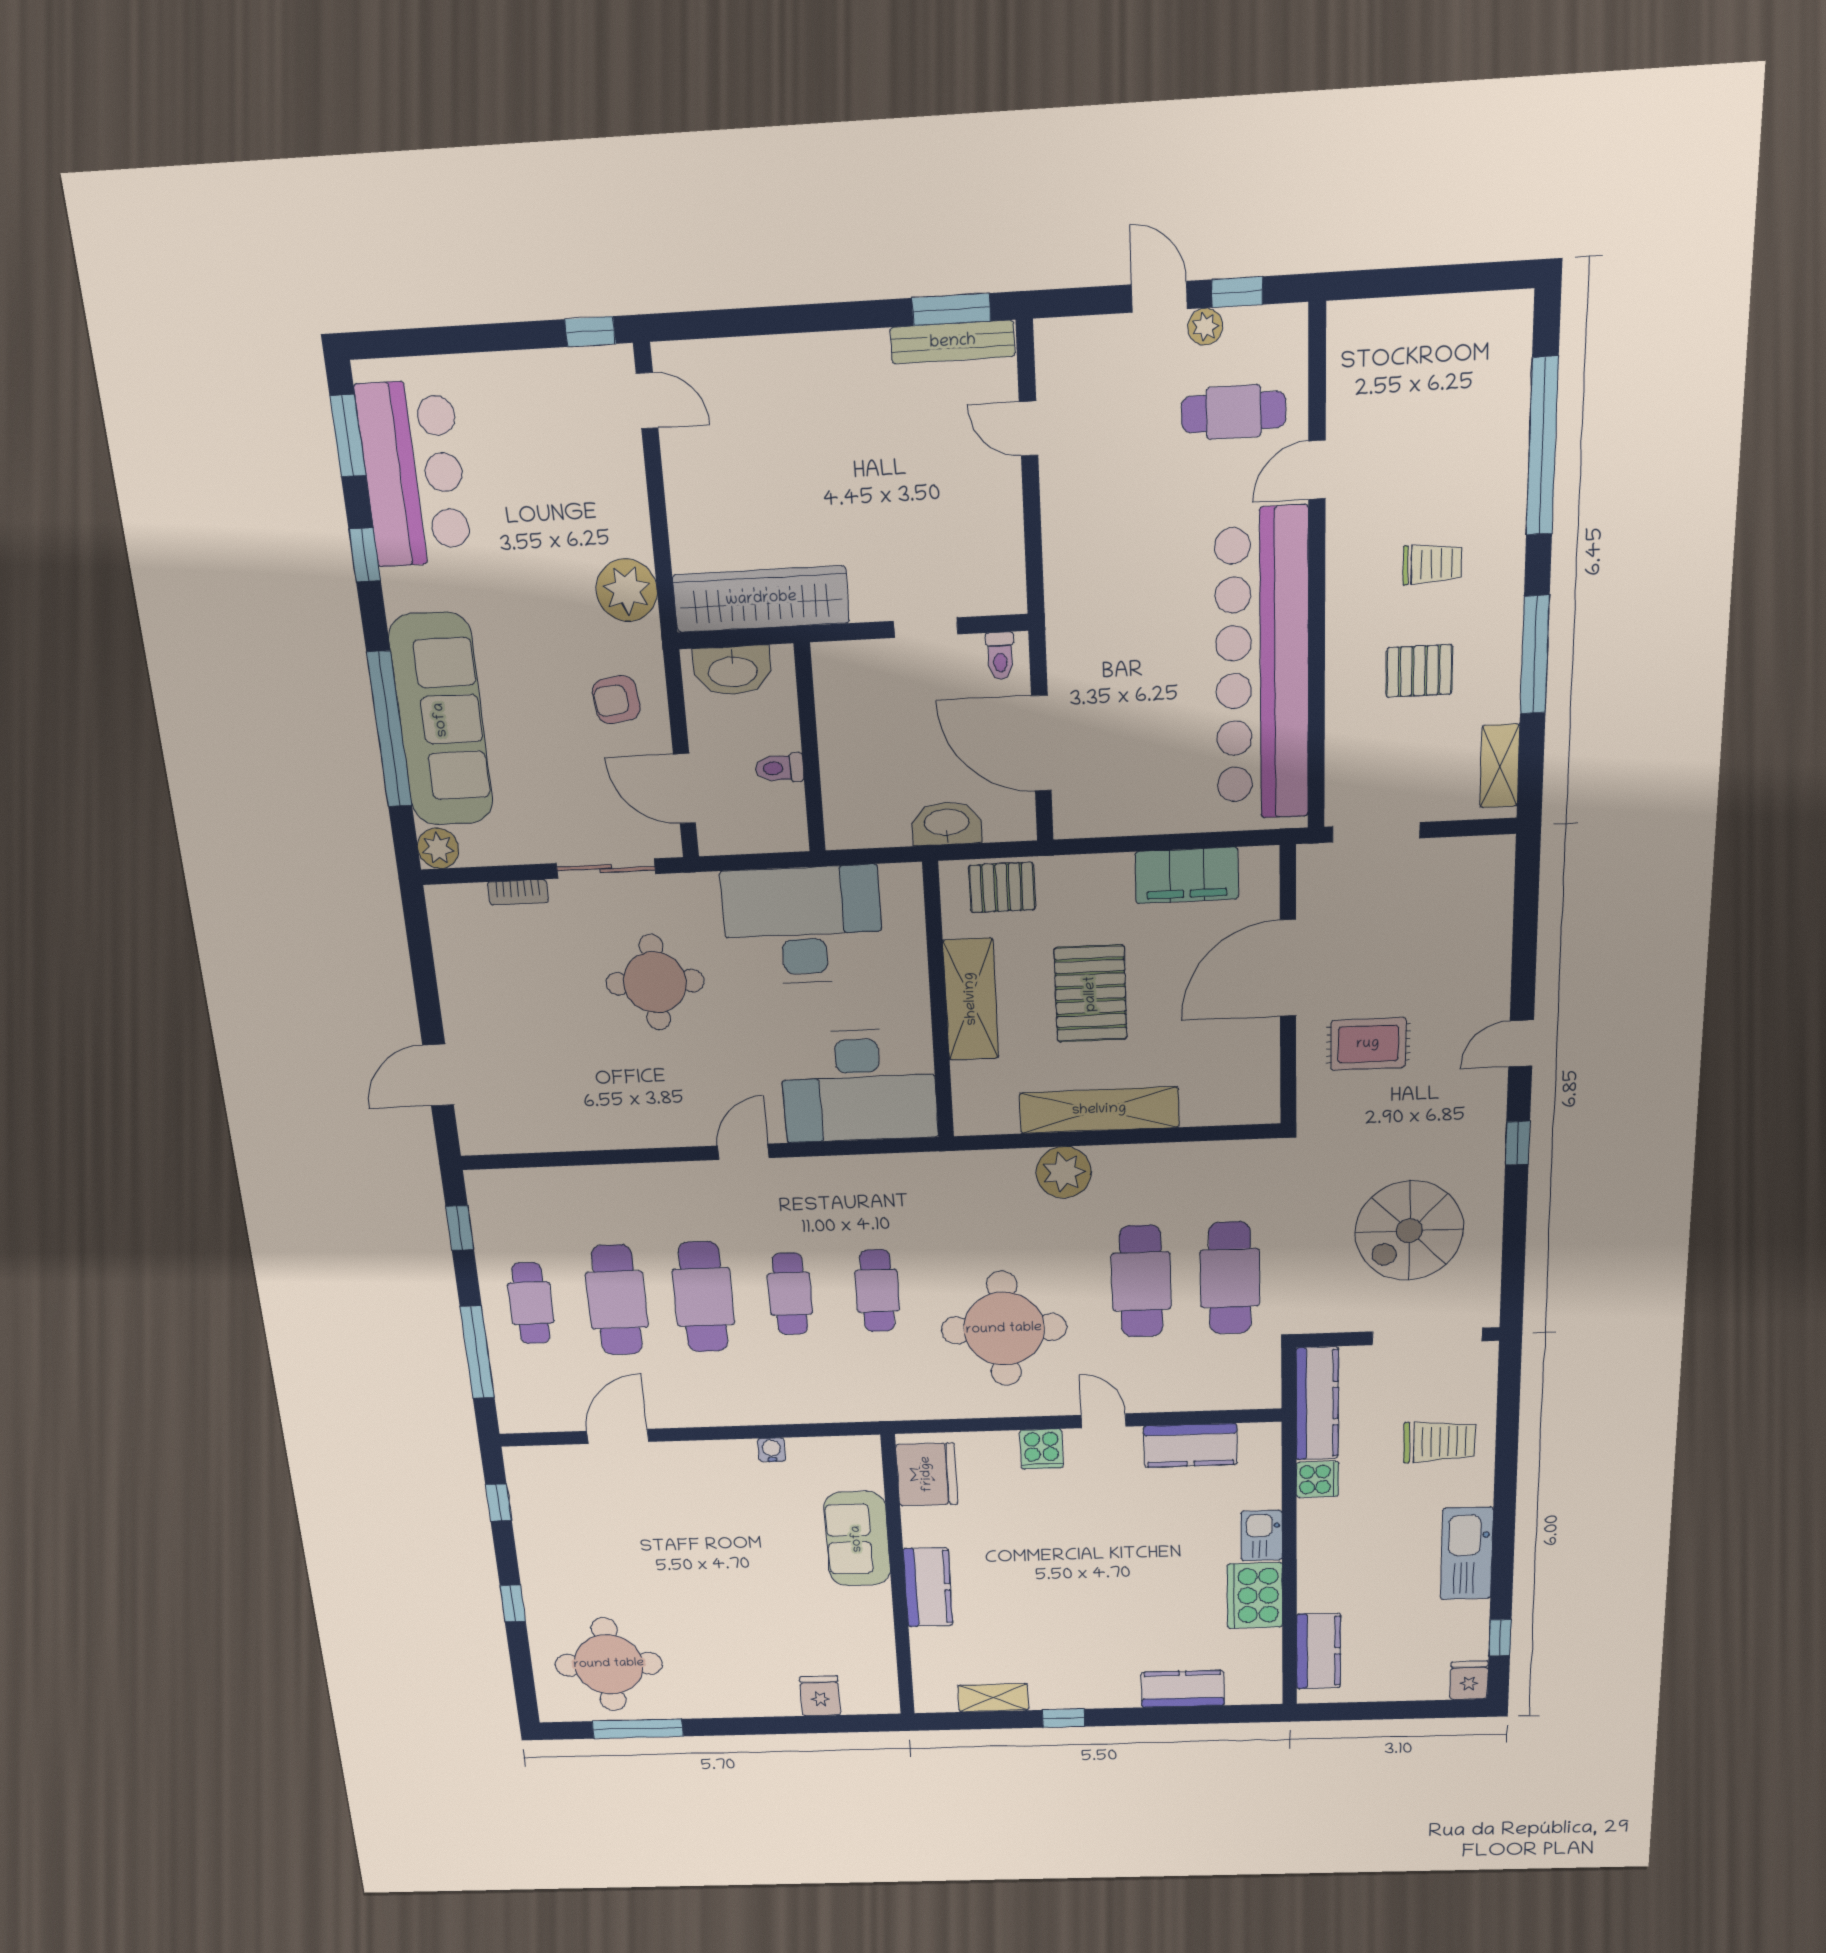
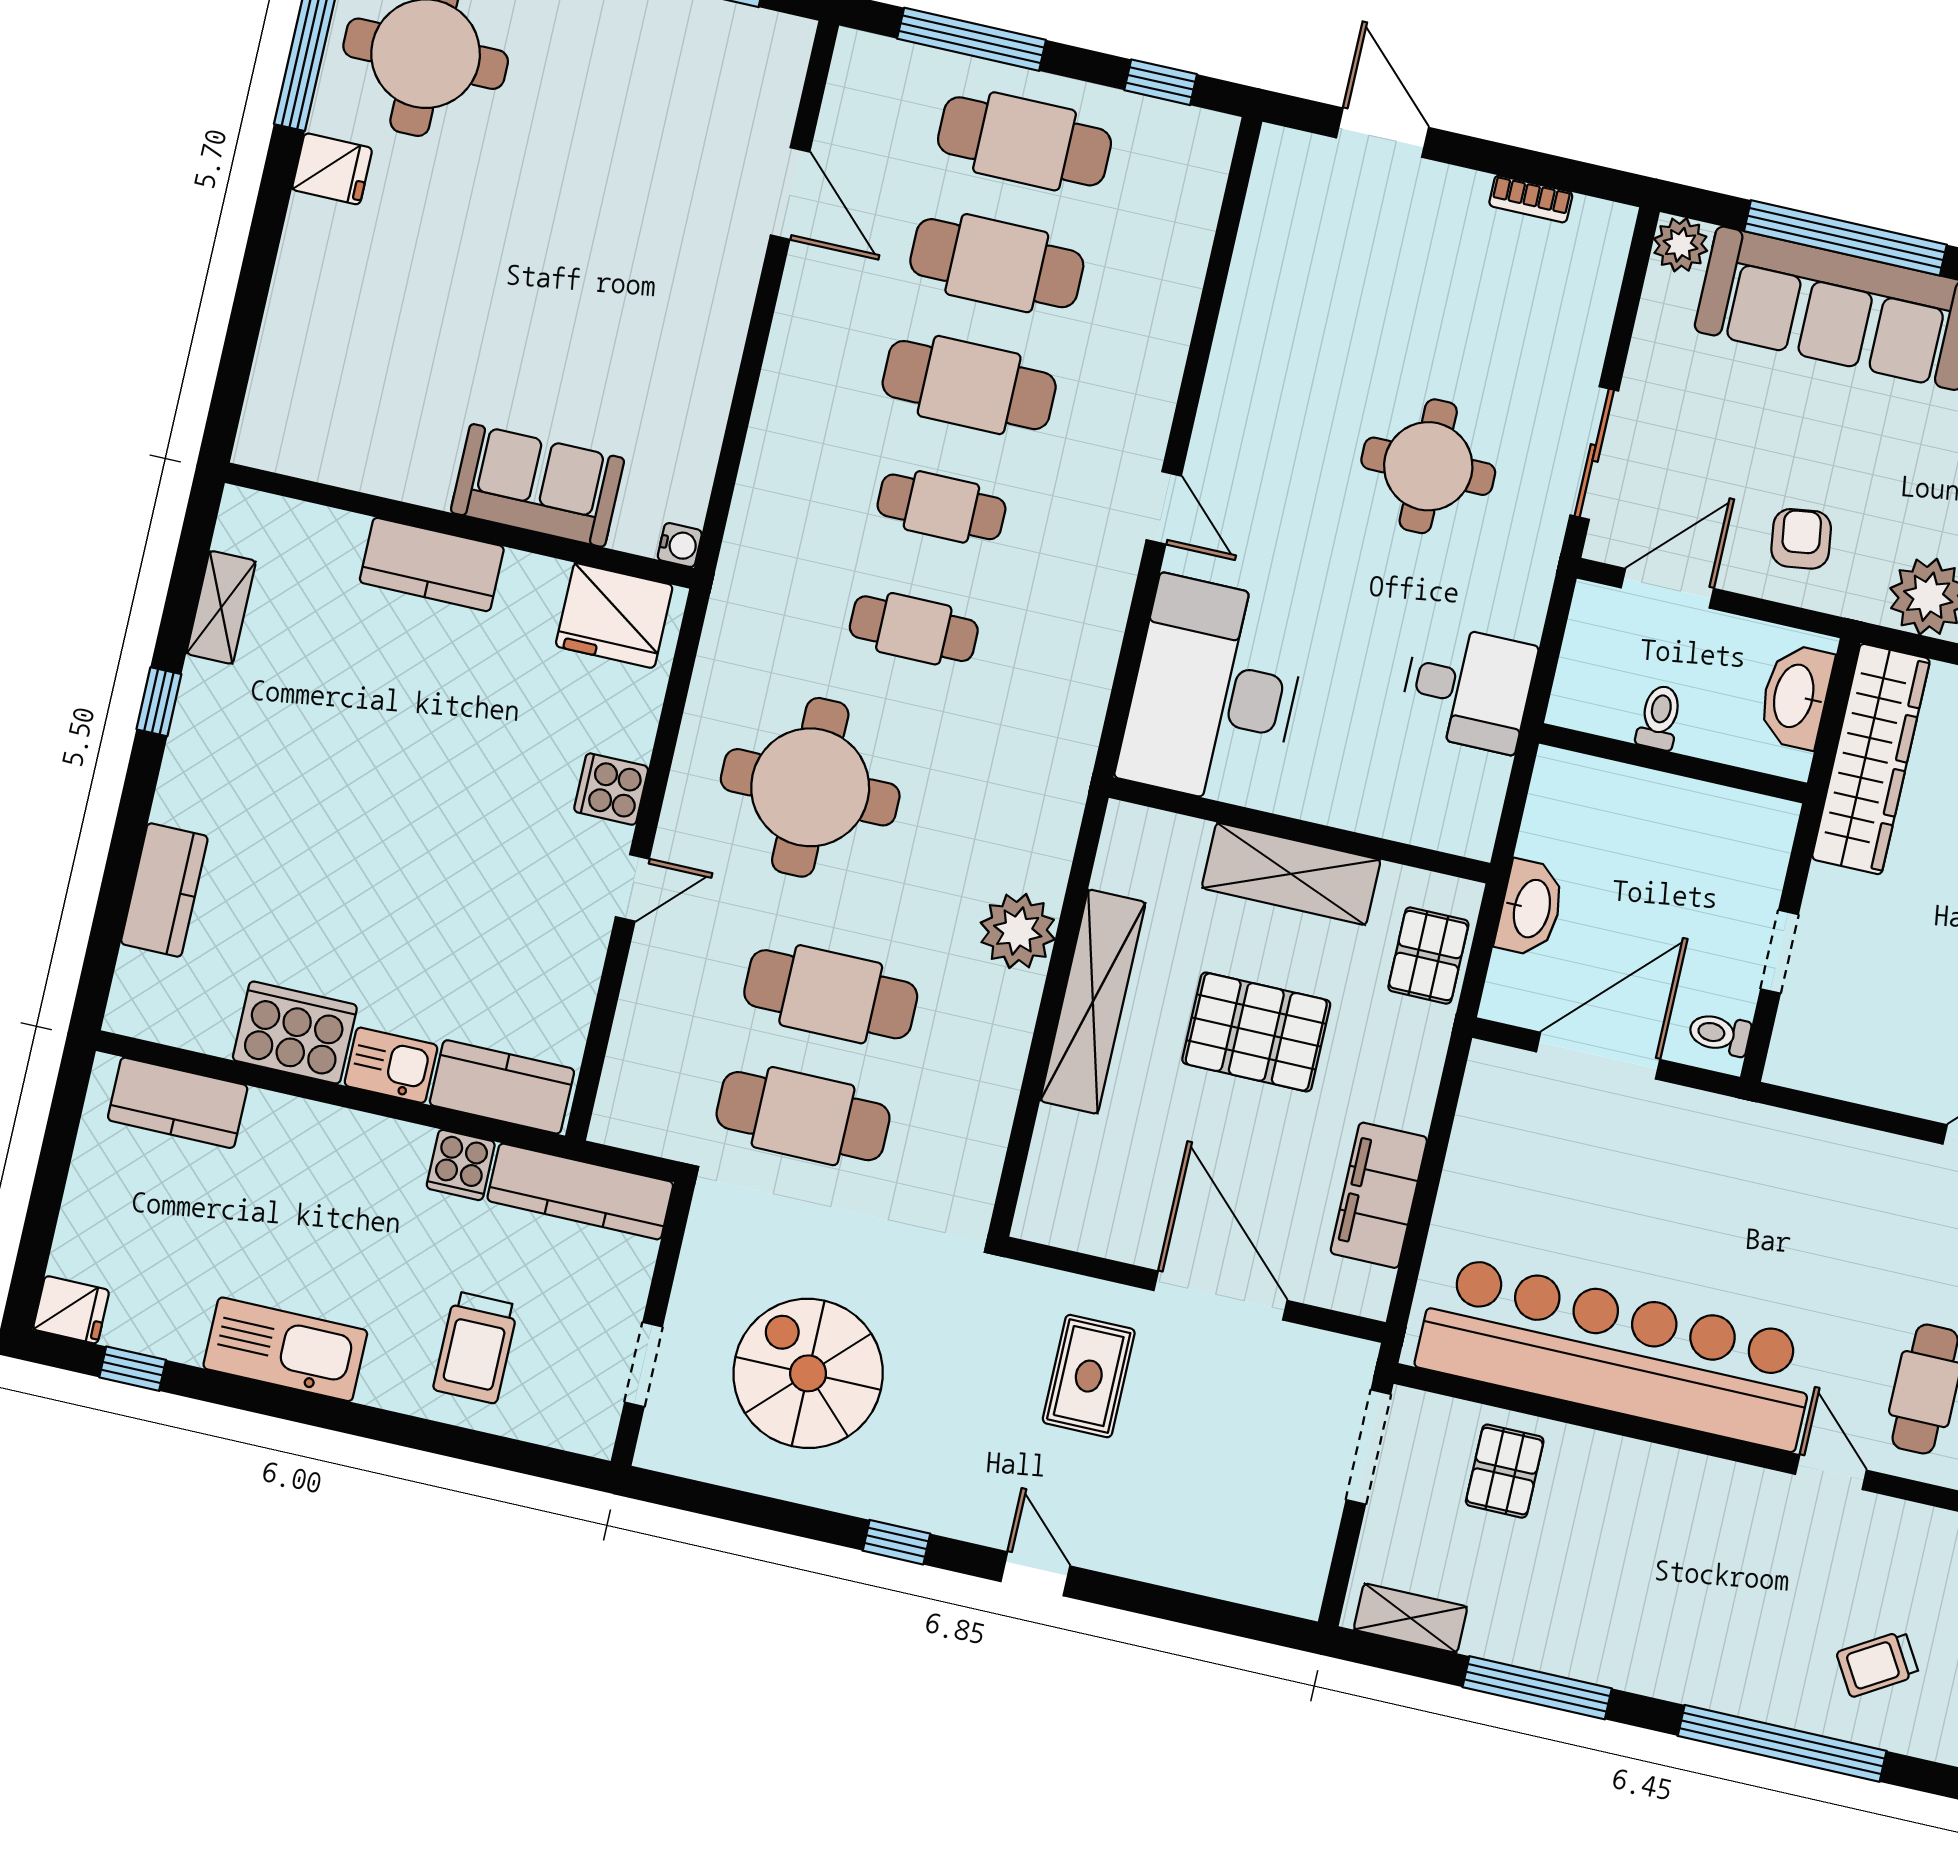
trolley: (1432, 564) -> (1878, 1664), moved, turned 59
pallet: (1419, 671) -> (1505, 1471), moved
bookcase: (518, 892) -> (1531, 199), moved, turned -90
desk: (803, 925) -> (1468, 688), width x0.53, depth x0.77
cafe table: (531, 1303) -> (1024, 141), width x1.37, depth x1.35
doorway: (1427, 1336) -> (643, 1365), width x0.53
kitchen counter: (1190, 1445) -> (502, 1087), moved, turned 90
water cooler: (772, 1450) -> (680, 545), moved
fridge: (820, 1696) -> (332, 169), moved

